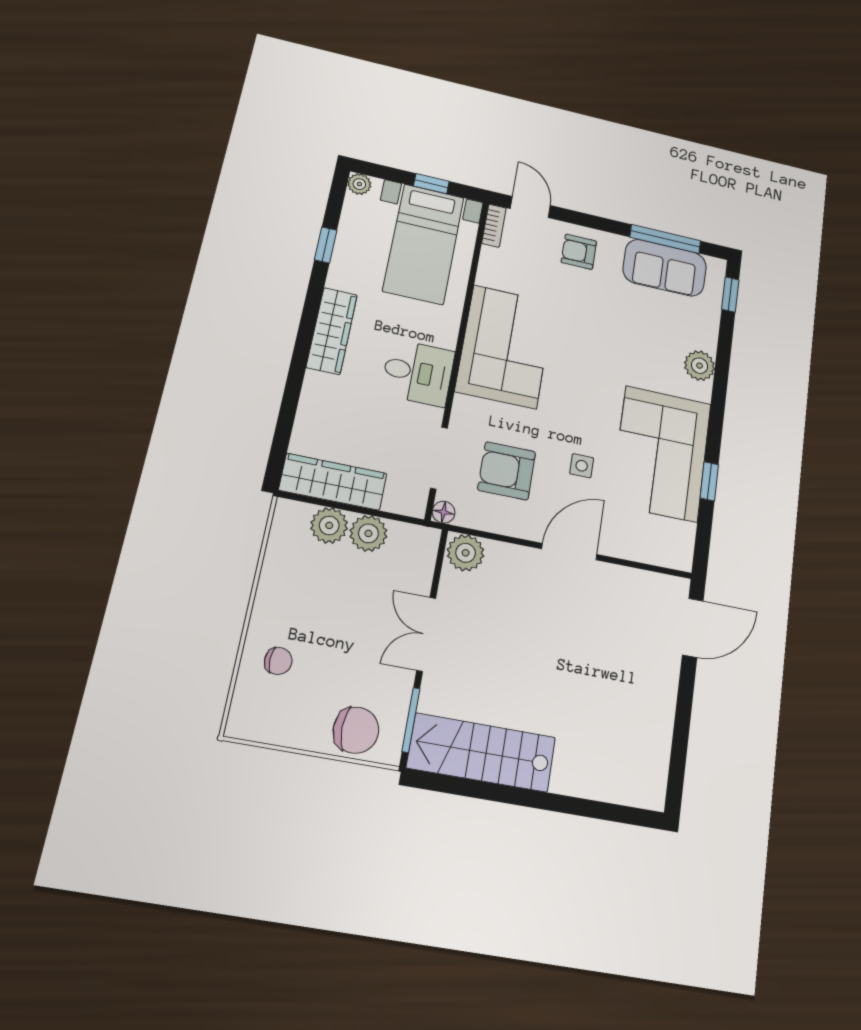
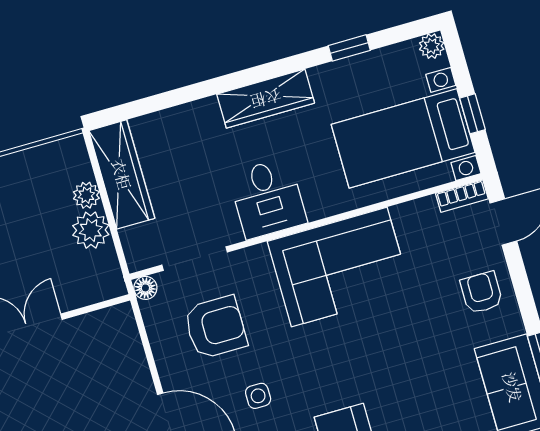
armchair: (507, 471) -> (215, 327), turned 90
plant: (329, 525) -> (86, 195), width x0.73, depth x0.73
plant: (466, 553) -> (118, 326), removed

